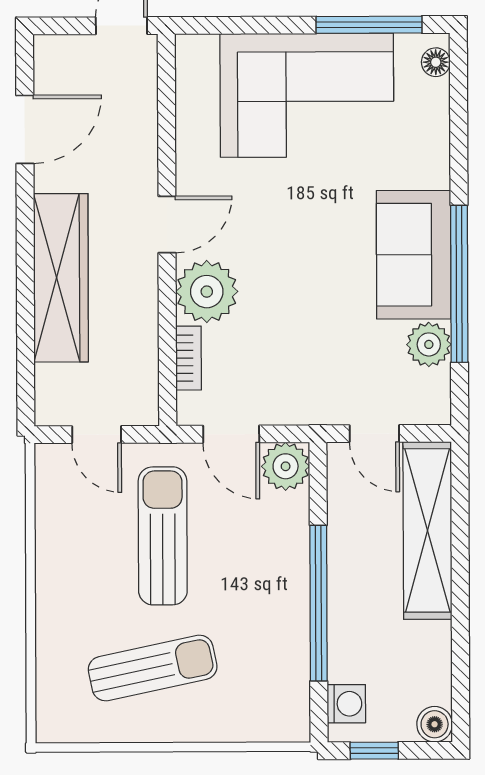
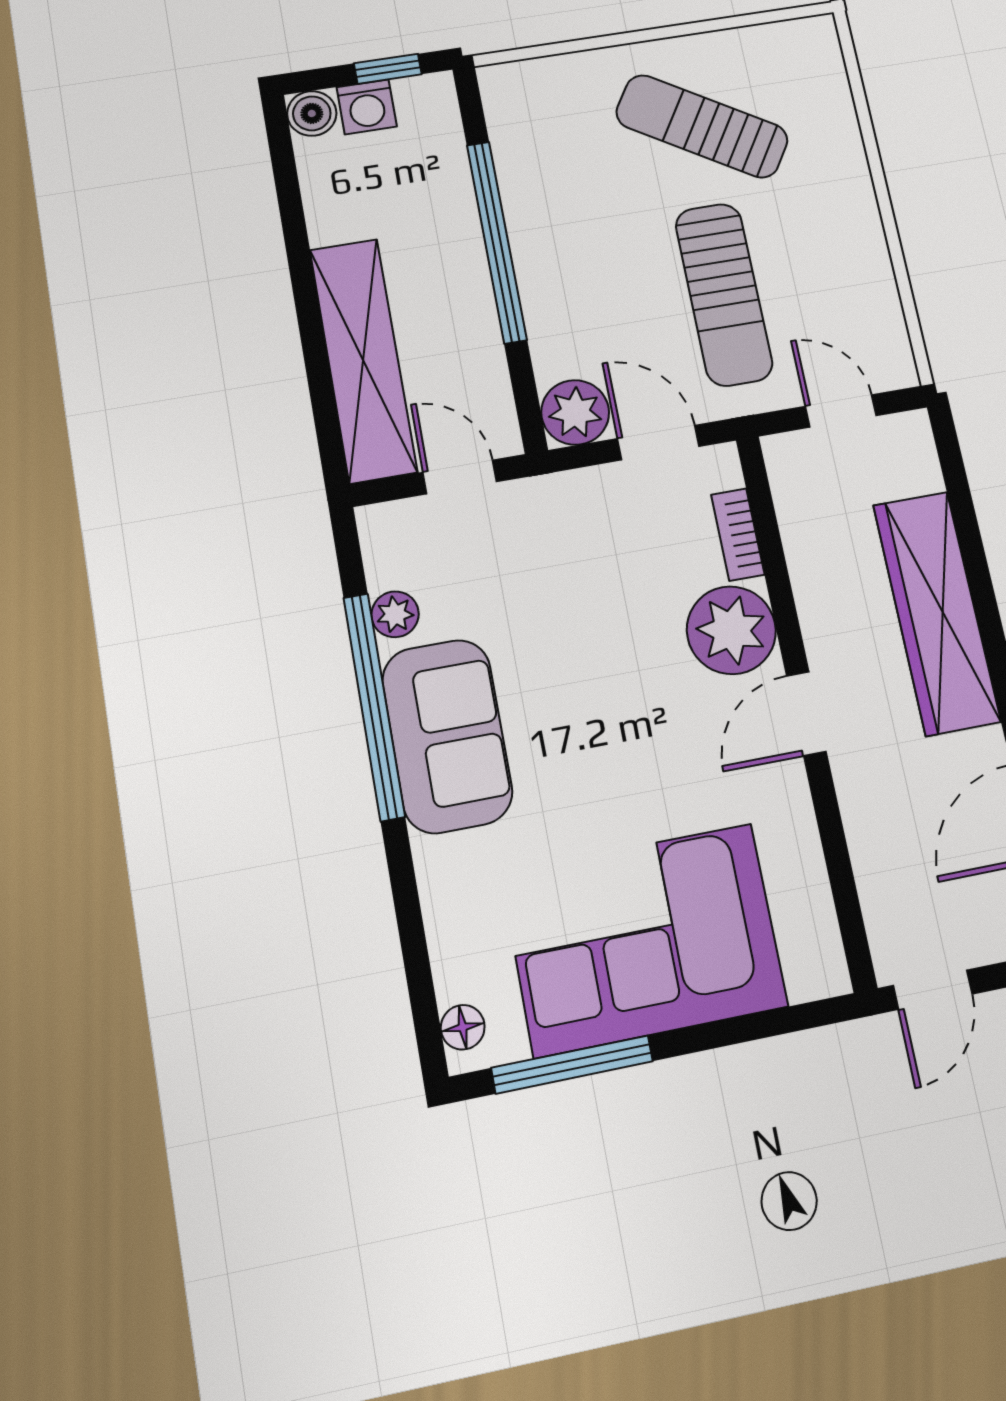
plant: (429, 344) -> (395, 614), width x0.73, depth x0.73
sun lounger: (153, 668) -> (702, 126), turned 44
washing machine: (346, 704) -> (367, 107), moved, turned -90

